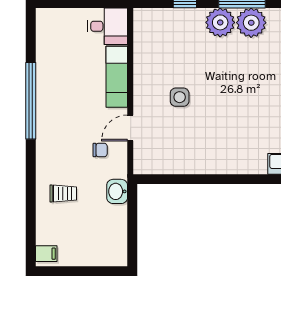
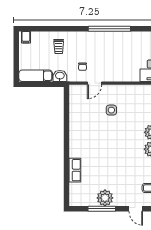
exam couch: (117, 77) -> (36, 76), moved
door: (130, 128) -> (95, 83), swing flipped

